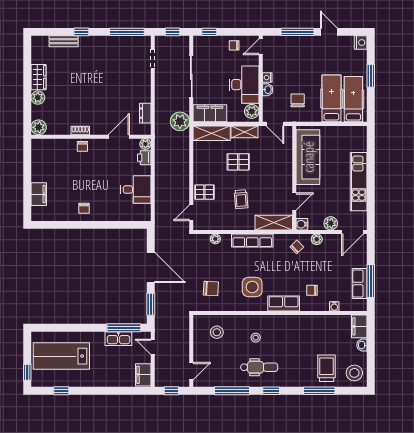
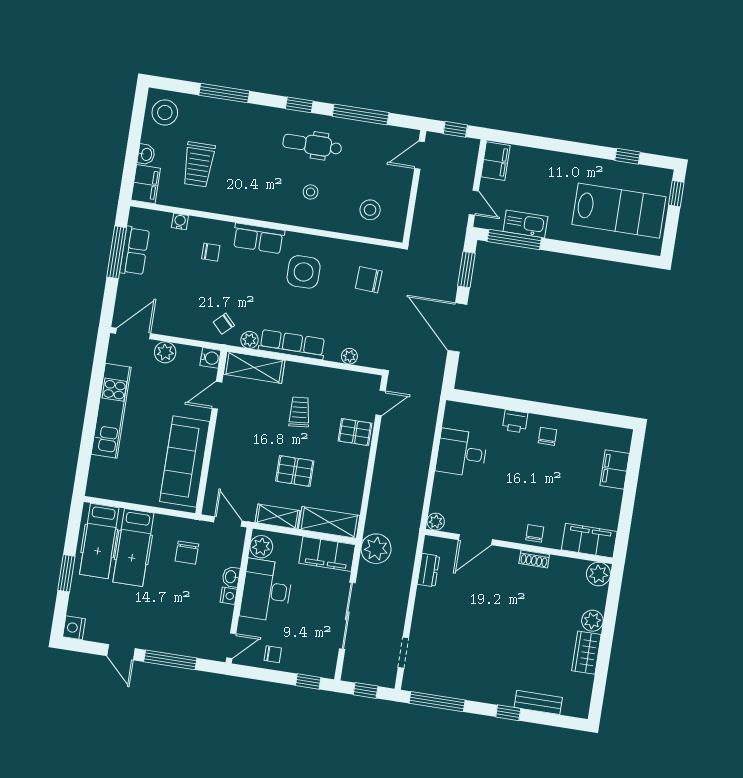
filing cabinet: (48, 147) -> (589, 541), added
printer: (144, 158) -> (515, 421), moved, turned 90
plant: (317, 239) -> (249, 340), moved
trolley: (327, 368) -> (199, 164), moved

